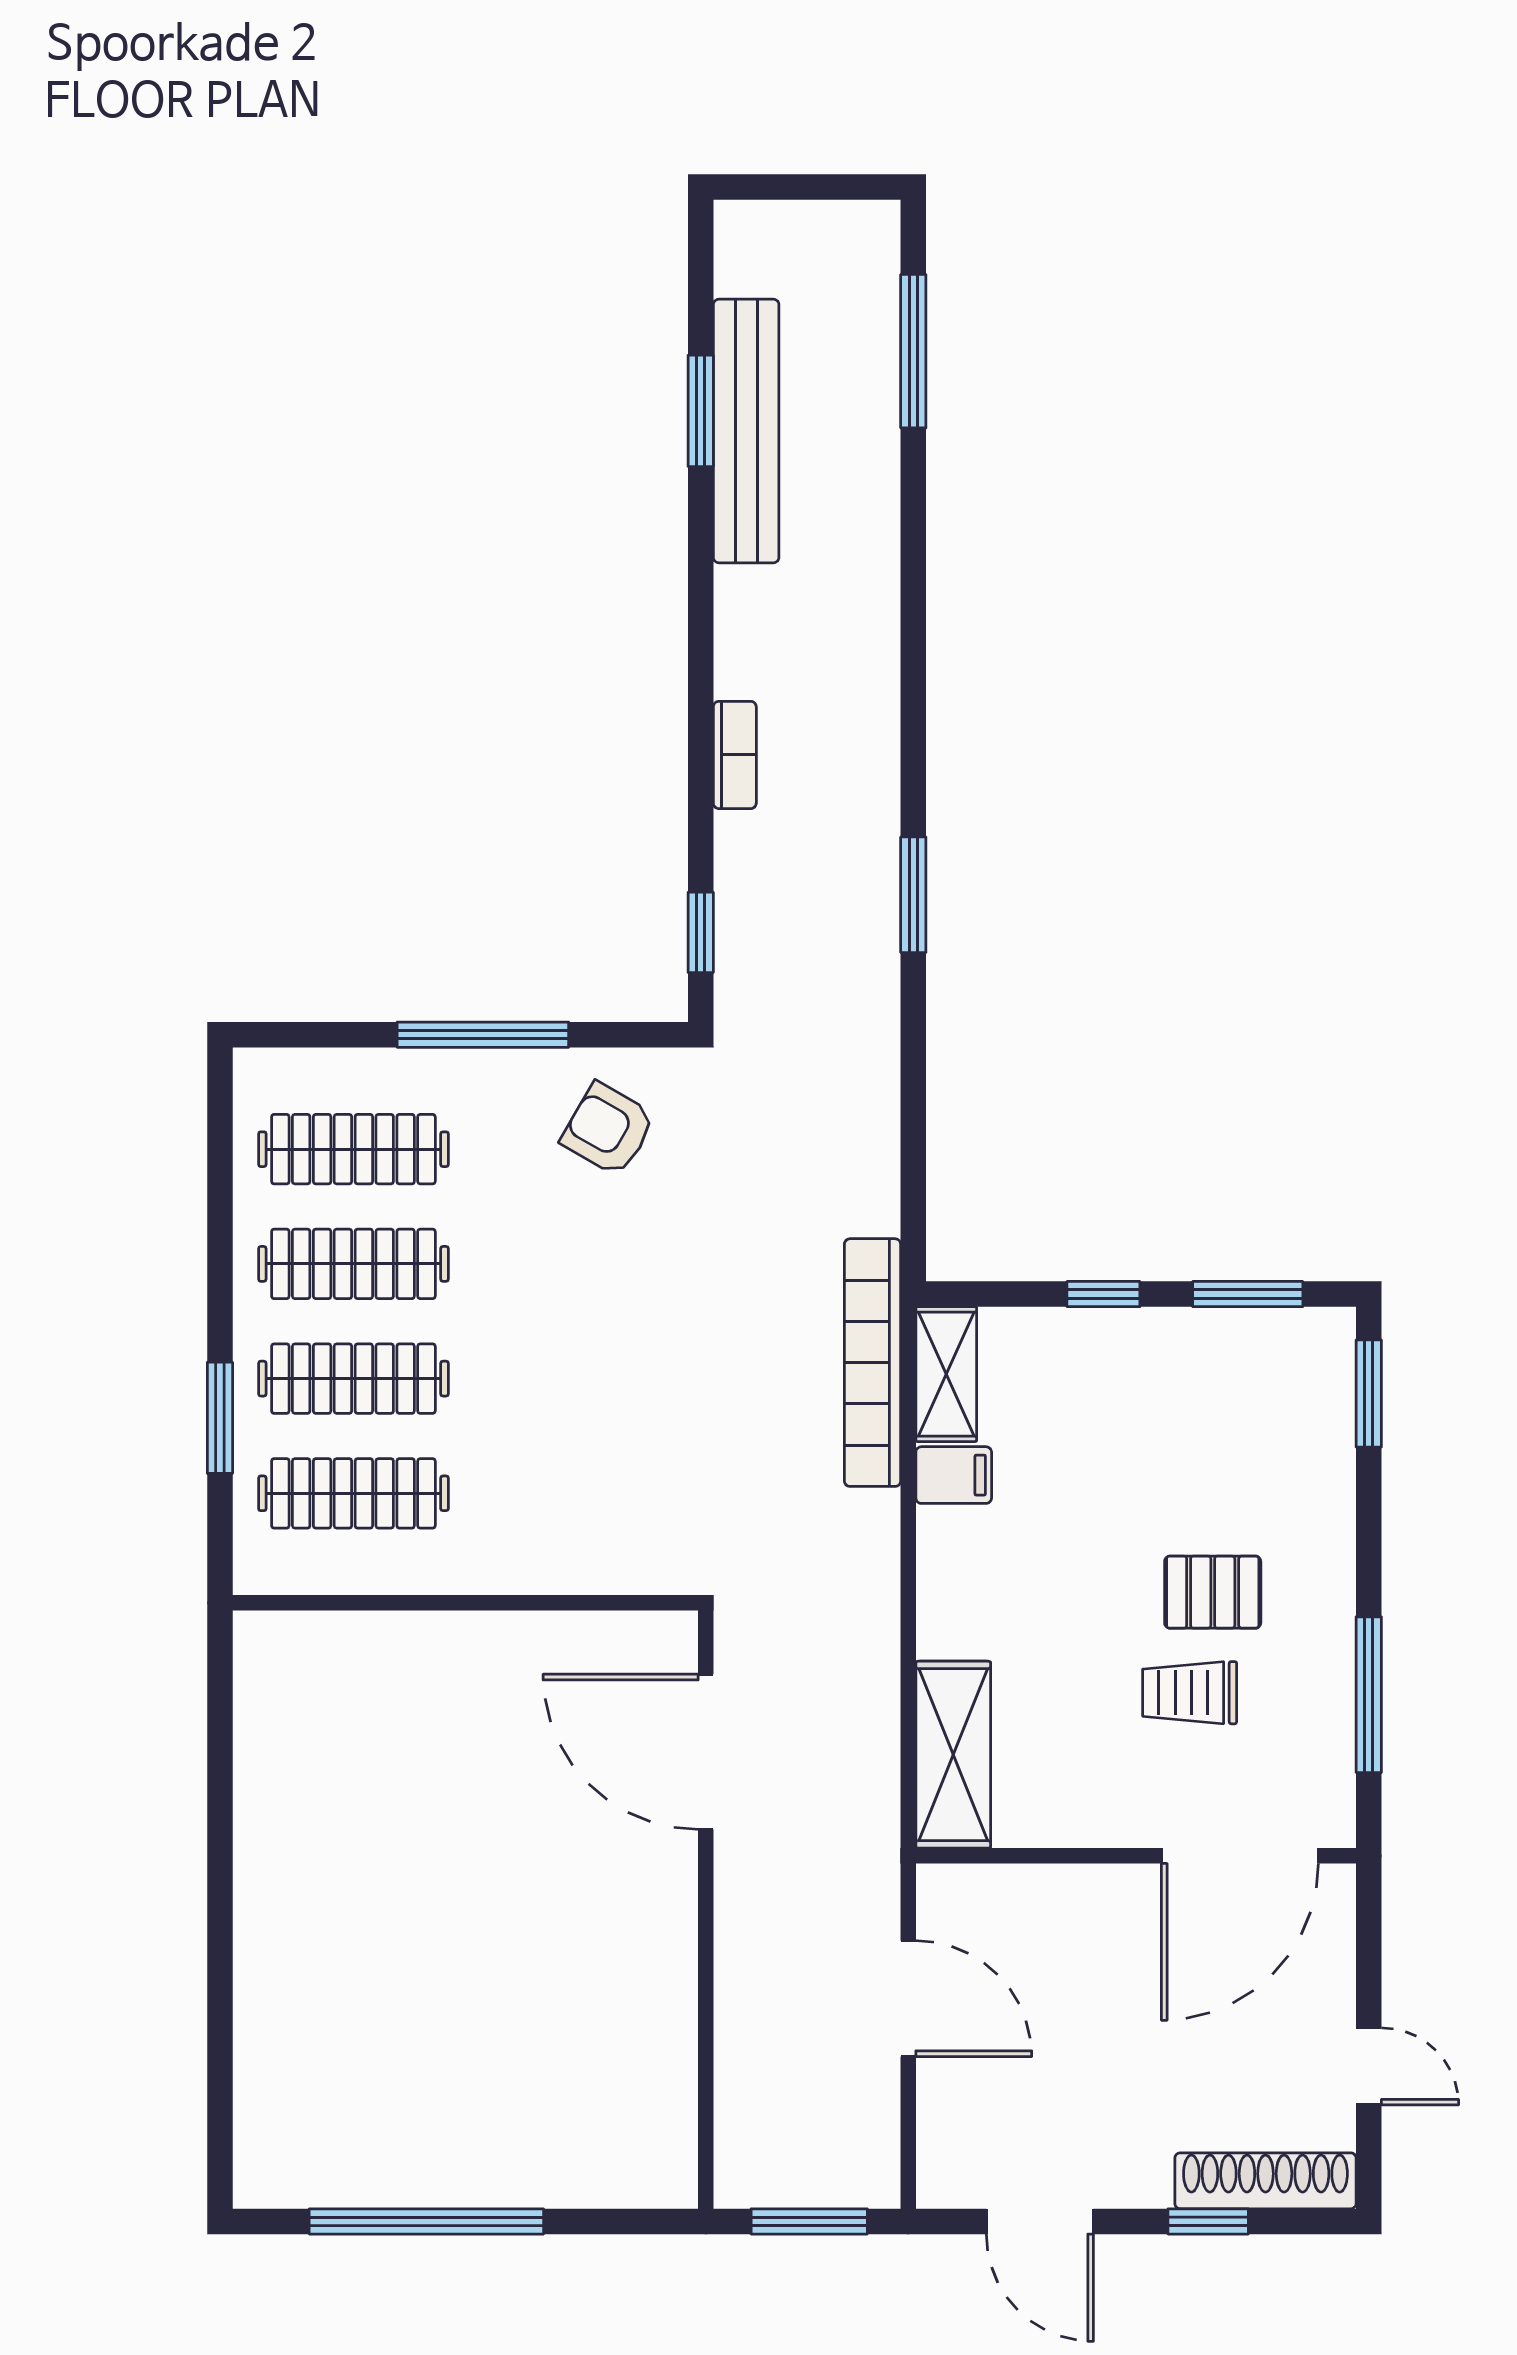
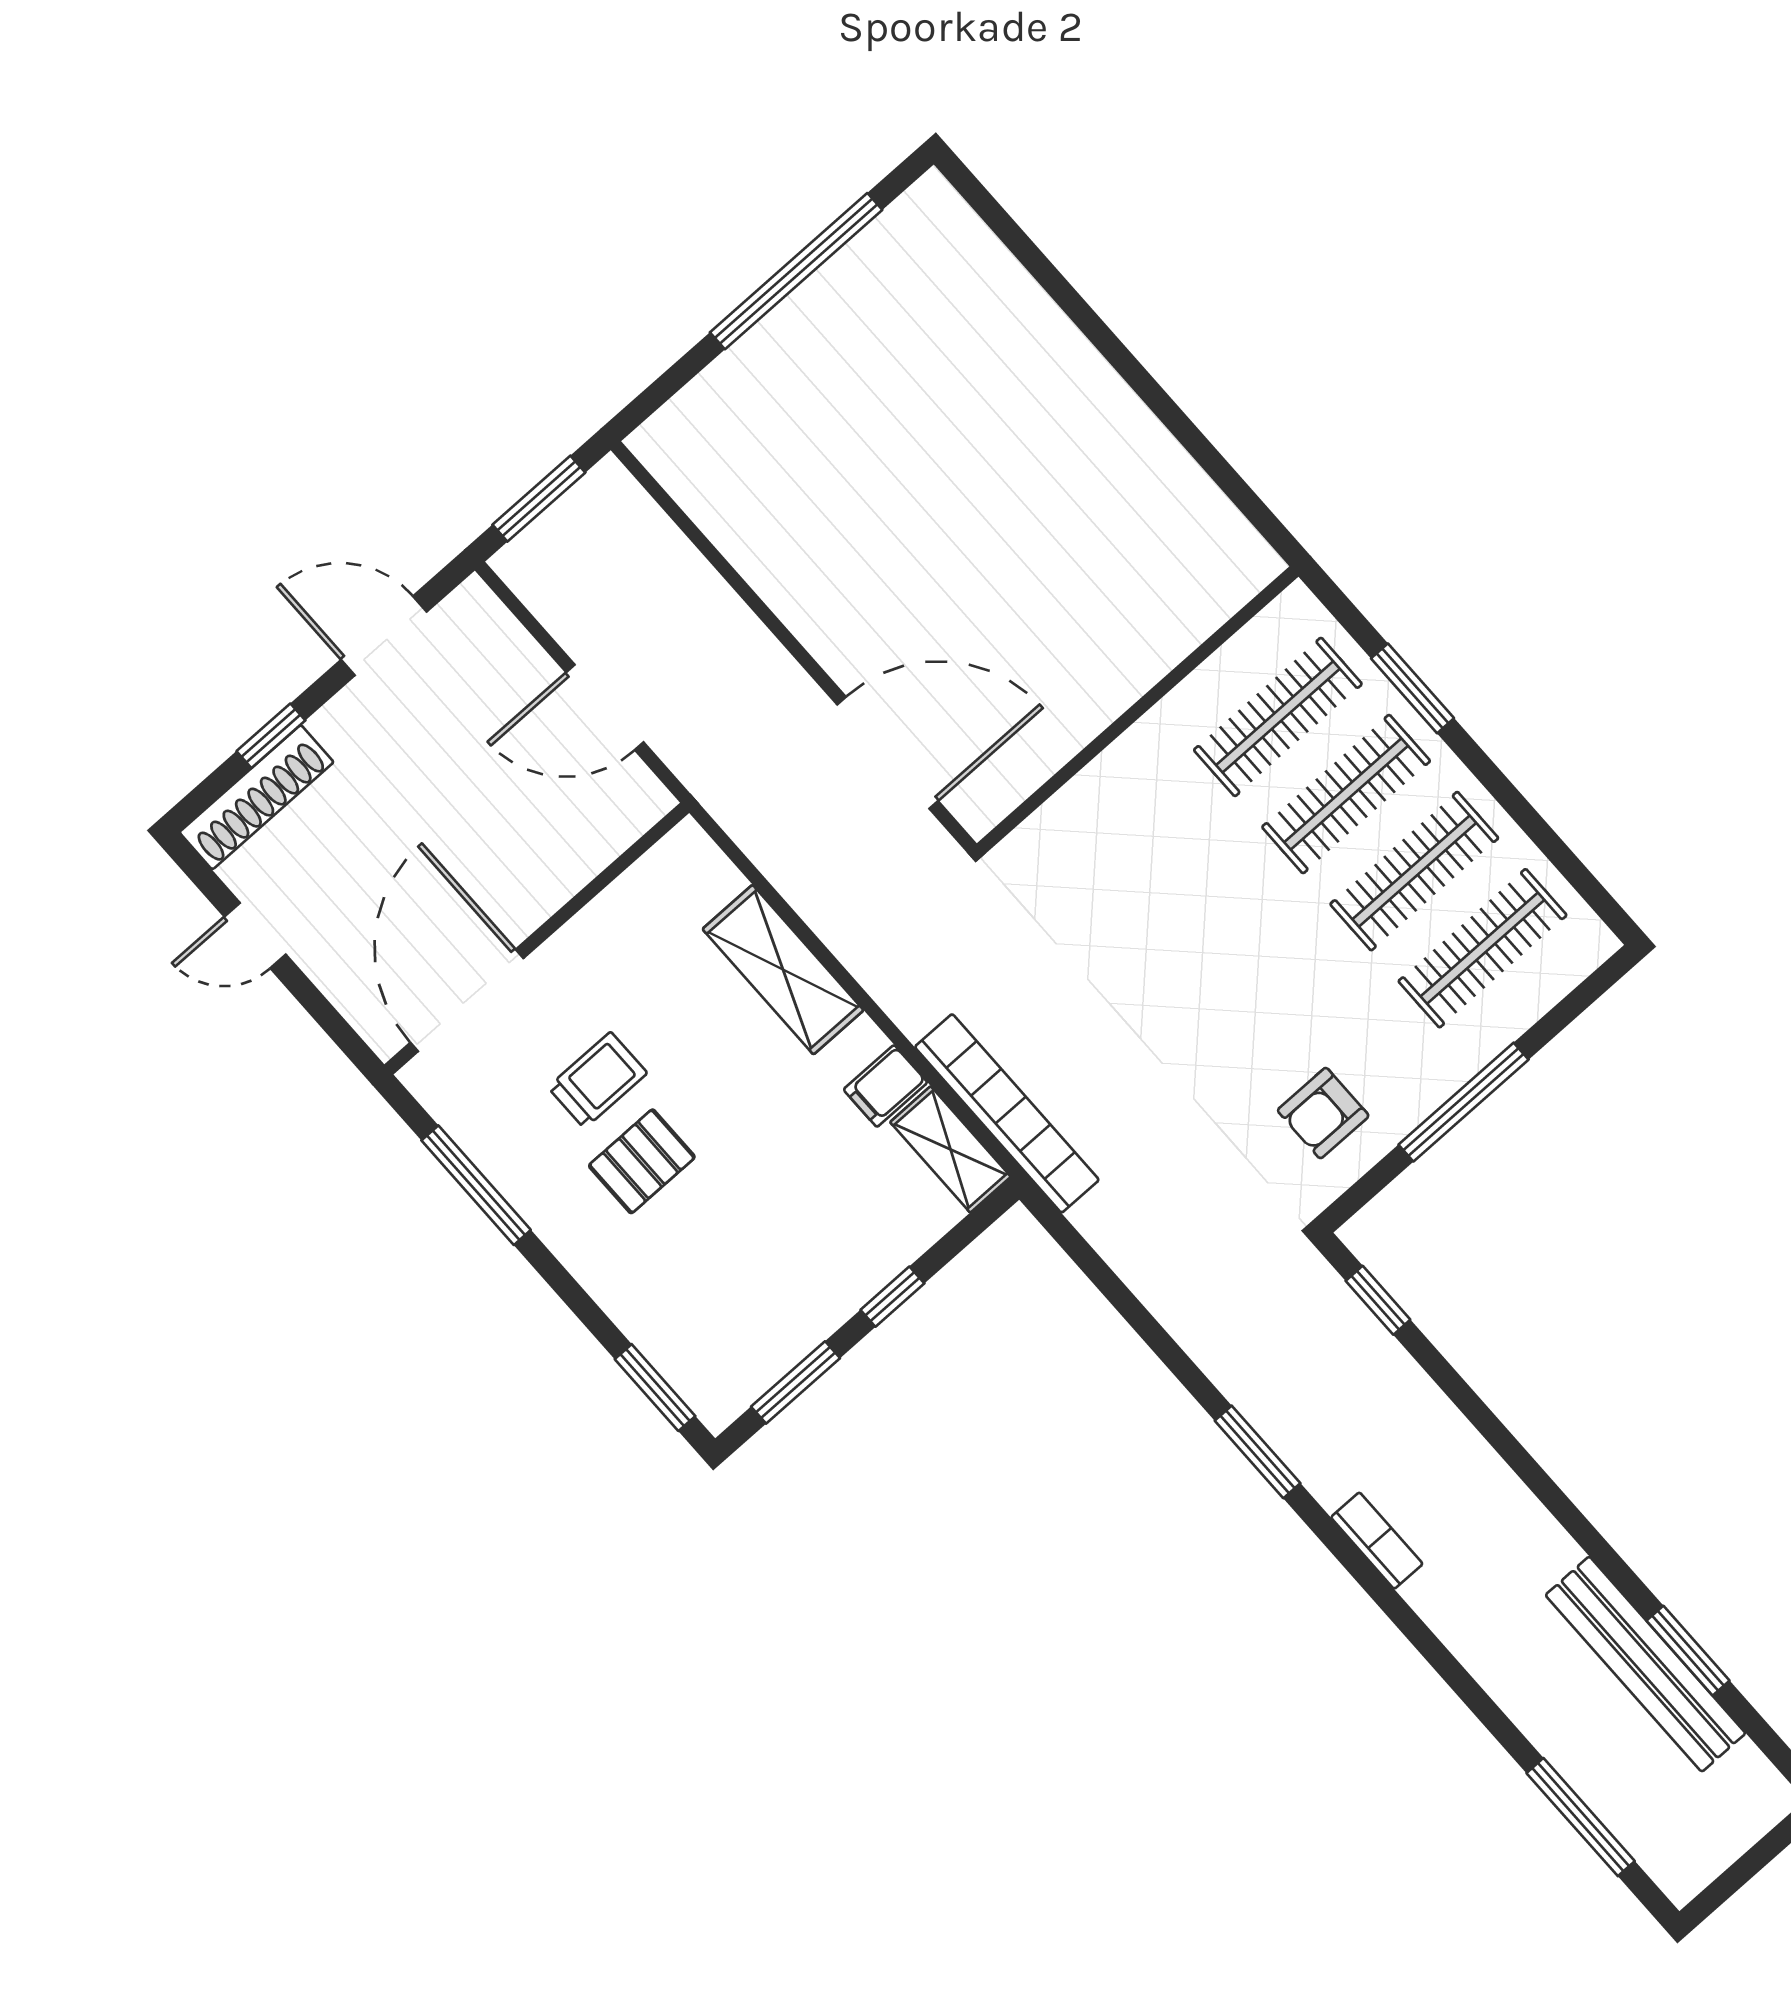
bookcase: (735, 755) -> (1377, 1541), moved, turned 180
armchair: (608, 1129) -> (1323, 1113), turned 150
shelving: (953, 1755) -> (783, 970), moved

